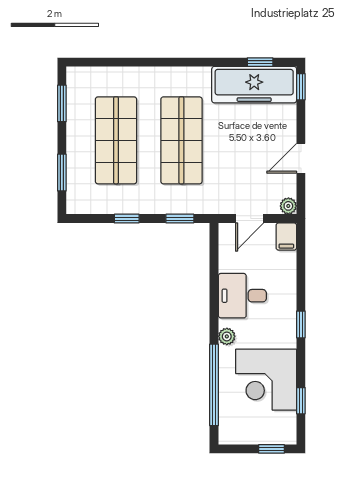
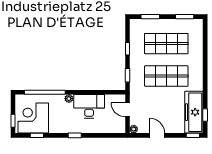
filing cabinet: (286, 237) -> (118, 128), removed
desk: (242, 296) -> (89, 106), width x1.37
corner desk: (266, 380) -> (33, 118), moved

